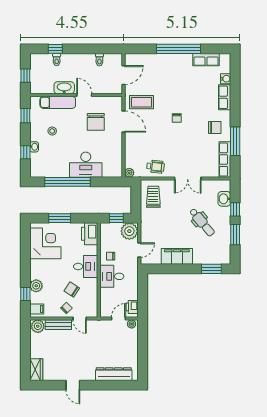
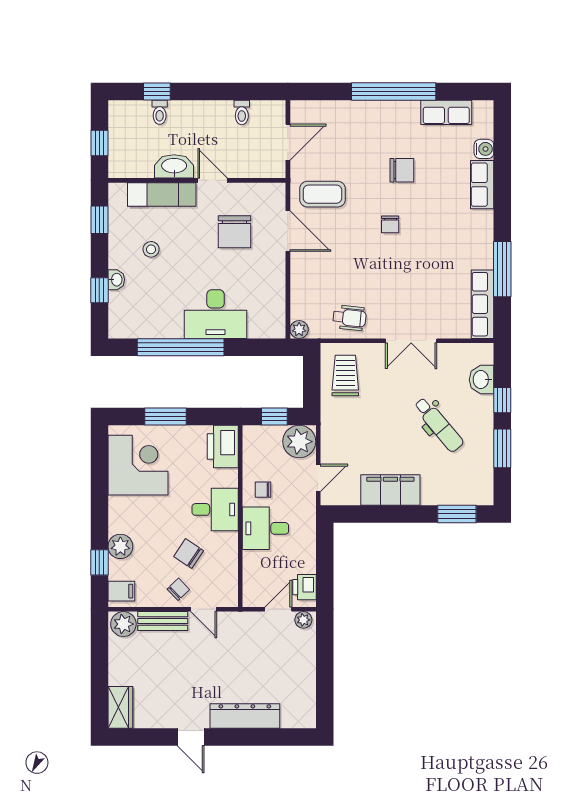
chair: (215, 127) -> (402, 170), moved
dresser: (114, 374) -> (245, 716), moved

